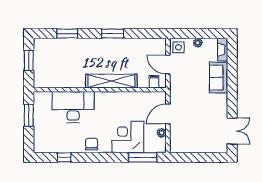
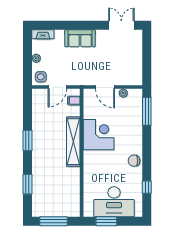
window: (29, 61) -> (53, 221), width x1.44
sofa: (219, 78) -> (80, 38), moved
desk: (73, 107) -> (114, 202), moved, turned -90
corner desk: (128, 137) -> (99, 135), moved, turned 180

